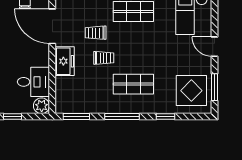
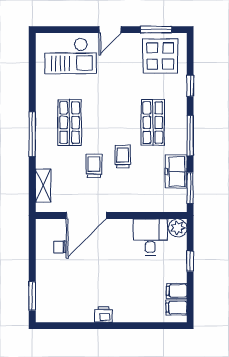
trolley: (96, 33) -> (94, 166), turned 180
freezer: (65, 61) -> (176, 172), moved, turned -90

